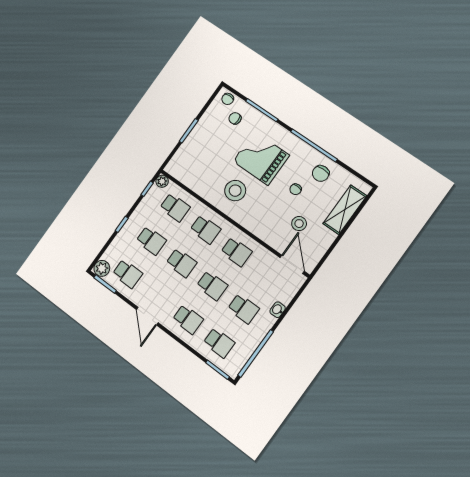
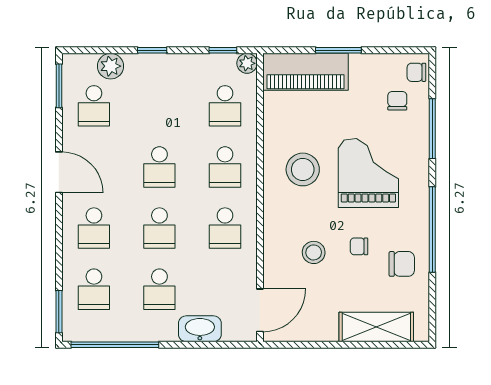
piano: (187, 155) -> (306, 72), added
chair: (321, 173) -> (402, 264), turned 180
stool: (299, 224) -> (314, 252), moved
school desk: (151, 241) -> (159, 106), removed
plant: (102, 268) -> (111, 66), moved
washbasin: (278, 310) -> (200, 329), width x1.91, depth x1.45
door: (147, 316) -> (59, 172), swing flipped

